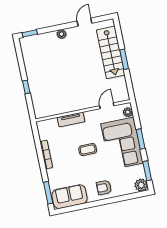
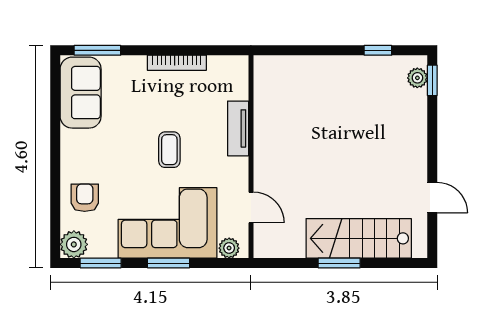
plant: (62, 34) -> (417, 78), moved
window: (26, 87) -> (378, 50), moved
armchair: (104, 188) -> (85, 198), moved

